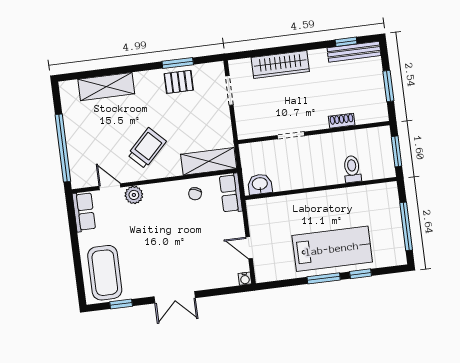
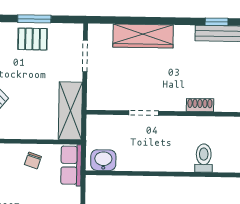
shelving: (209, 161) -> (70, 111), moved, turned 90

